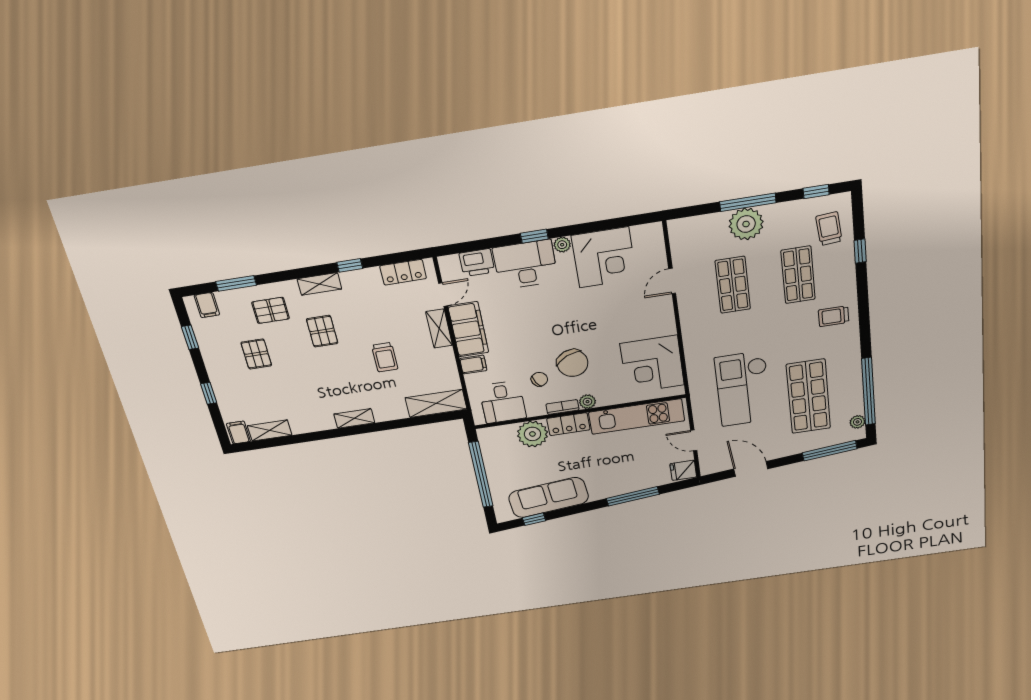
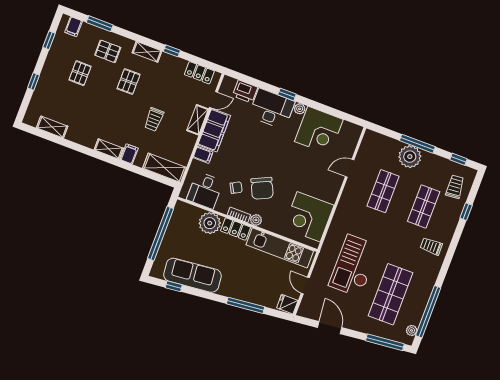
filing cabinet: (238, 432) -> (129, 154), moved

